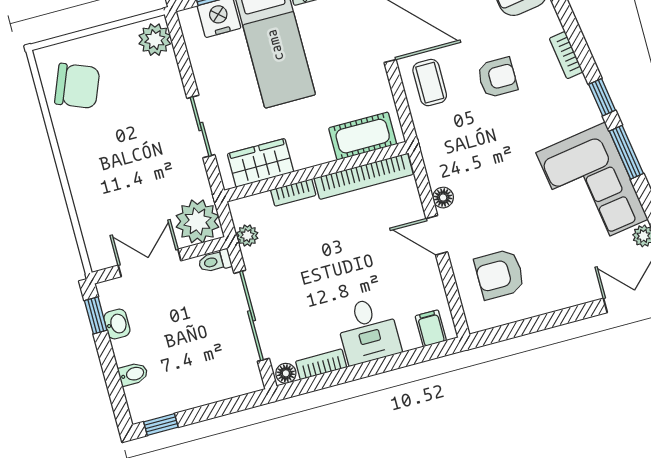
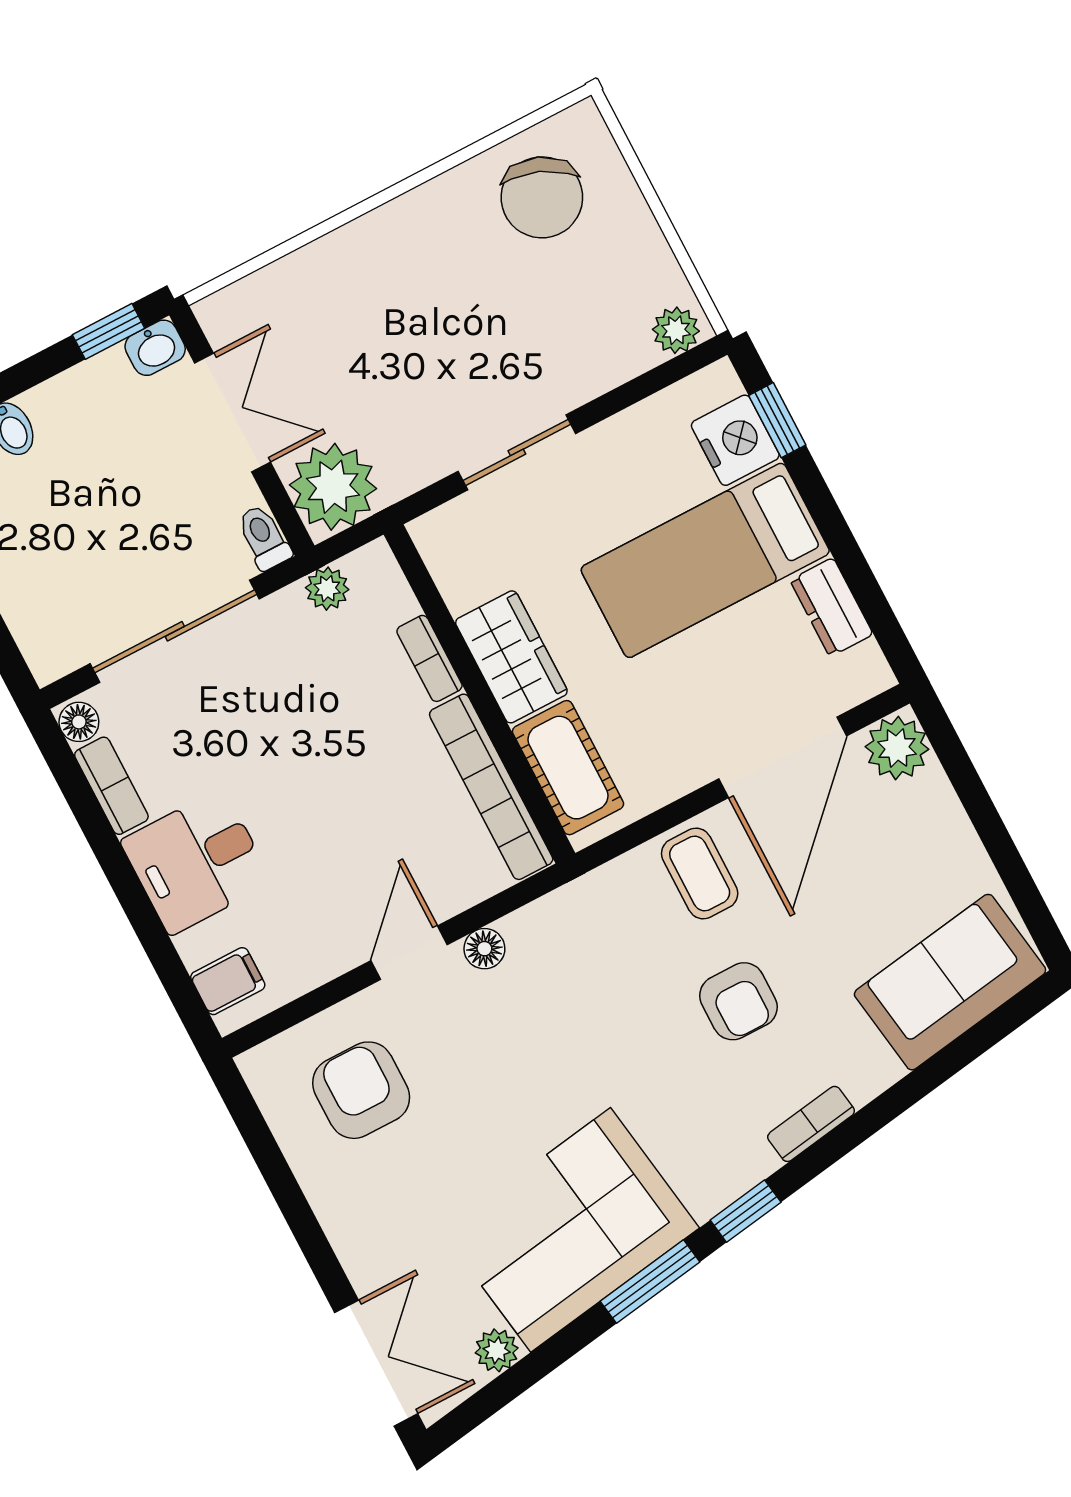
plant: (155, 40) -> (676, 330), width x0.73, depth x0.73
coffee table: (430, 83) -> (700, 873), turned 90
wardrobe: (261, 163) -> (511, 657), moved
washbasin: (117, 324) -> (155, 348), moved

